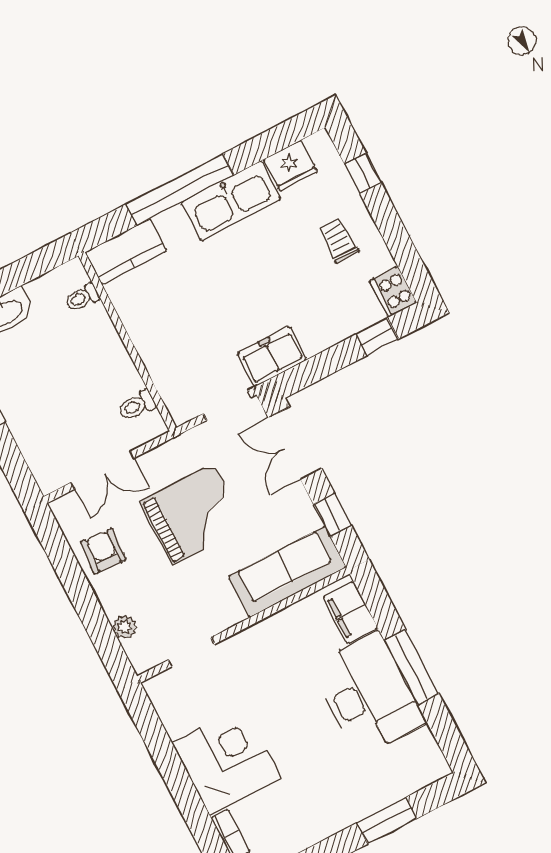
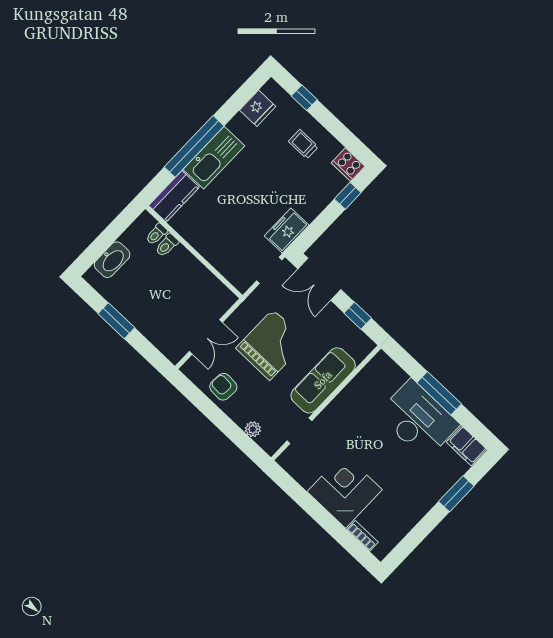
kitchen sink: (231, 201) -> (214, 158), moved
toilet: (137, 405) -> (167, 245), moved
sofa: (287, 572) -> (323, 380), moved
filing cabinet: (350, 613) -> (467, 446), moved

